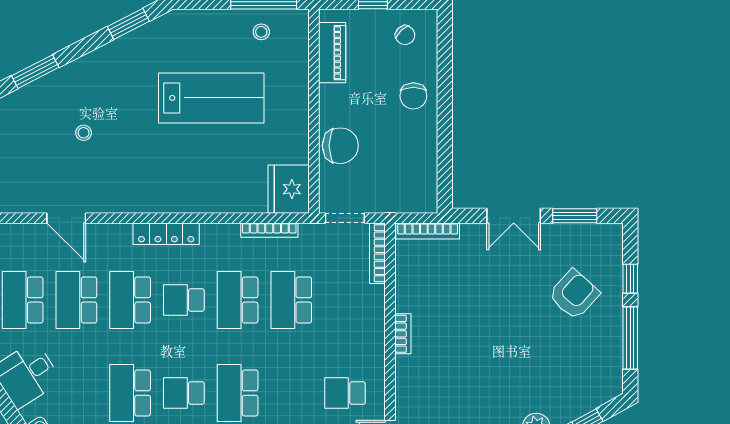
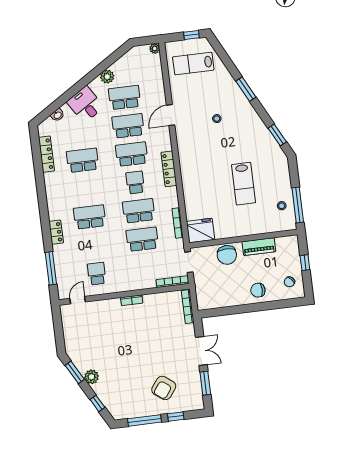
piano: (332, 53) -> (259, 247), moved
lab bench: (211, 98) -> (244, 184), width x0.73, depth x0.72
double door: (514, 216) -> (201, 351), swing flipped
armchair: (574, 294) -> (164, 388), turned 85
school desk: (184, 393) -> (86, 189), removed

